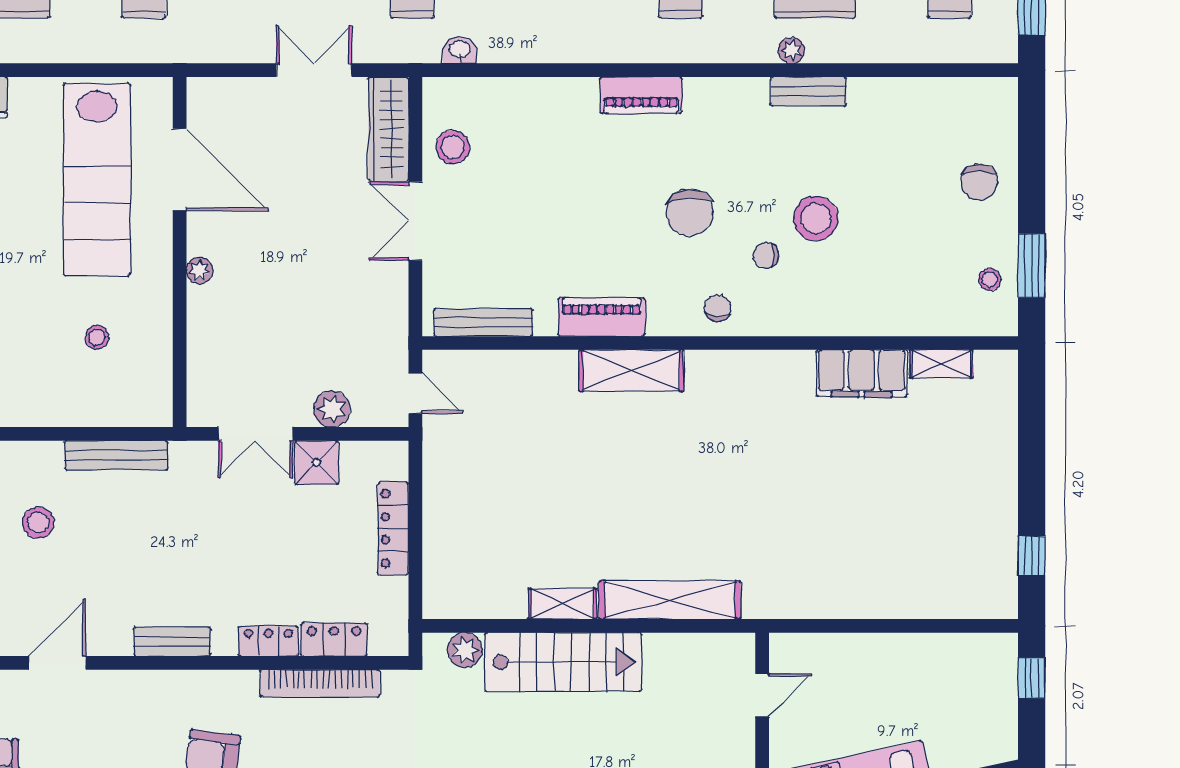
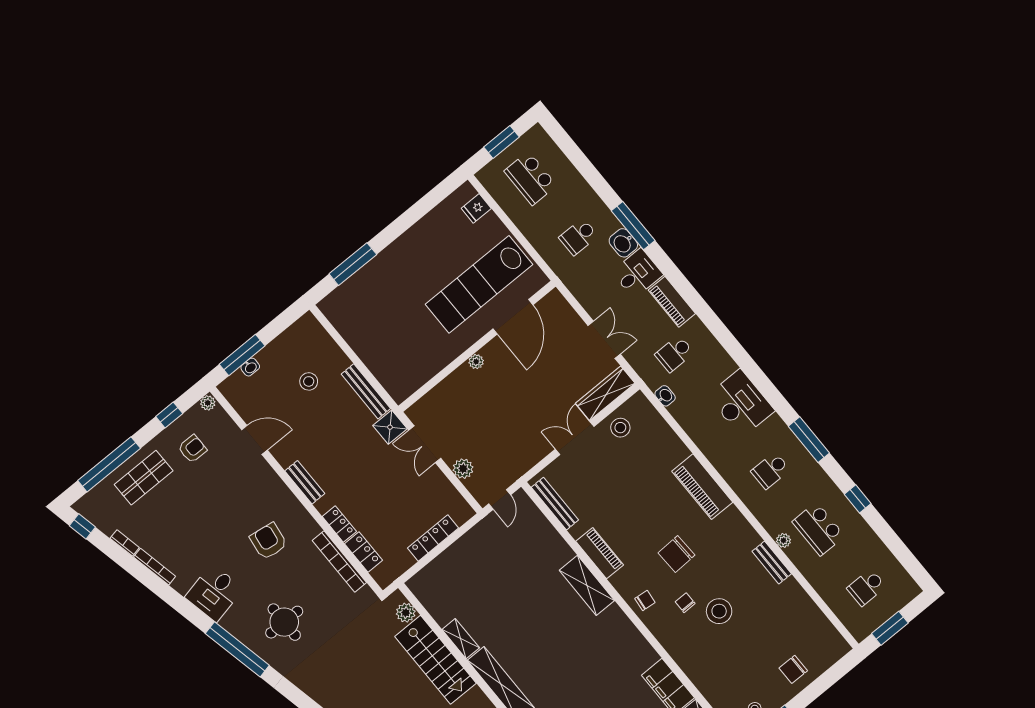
piano: (641, 95) -> (702, 487), width x1.37, depth x1.33
stool: (97, 337) -> (410, 341), removed
shower: (317, 463) -> (390, 427), moved

